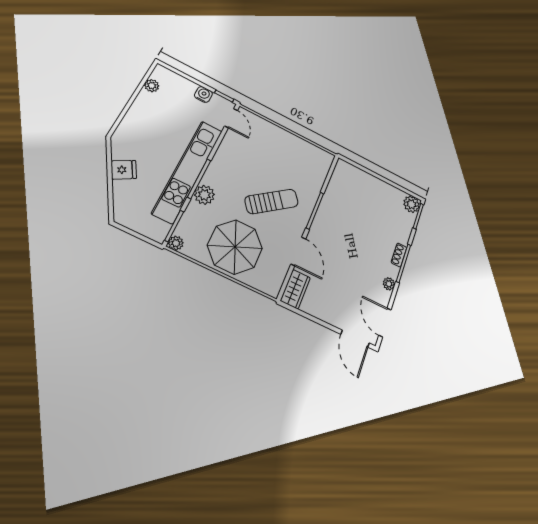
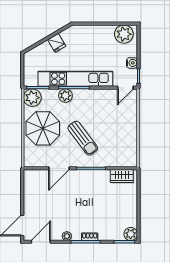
plant: (152, 86) -> (124, 34), width x1.88, depth x1.88
plant: (176, 243) -> (32, 98), width x1.87, depth x1.87
wardrobe: (295, 289) -> (122, 176), moved

